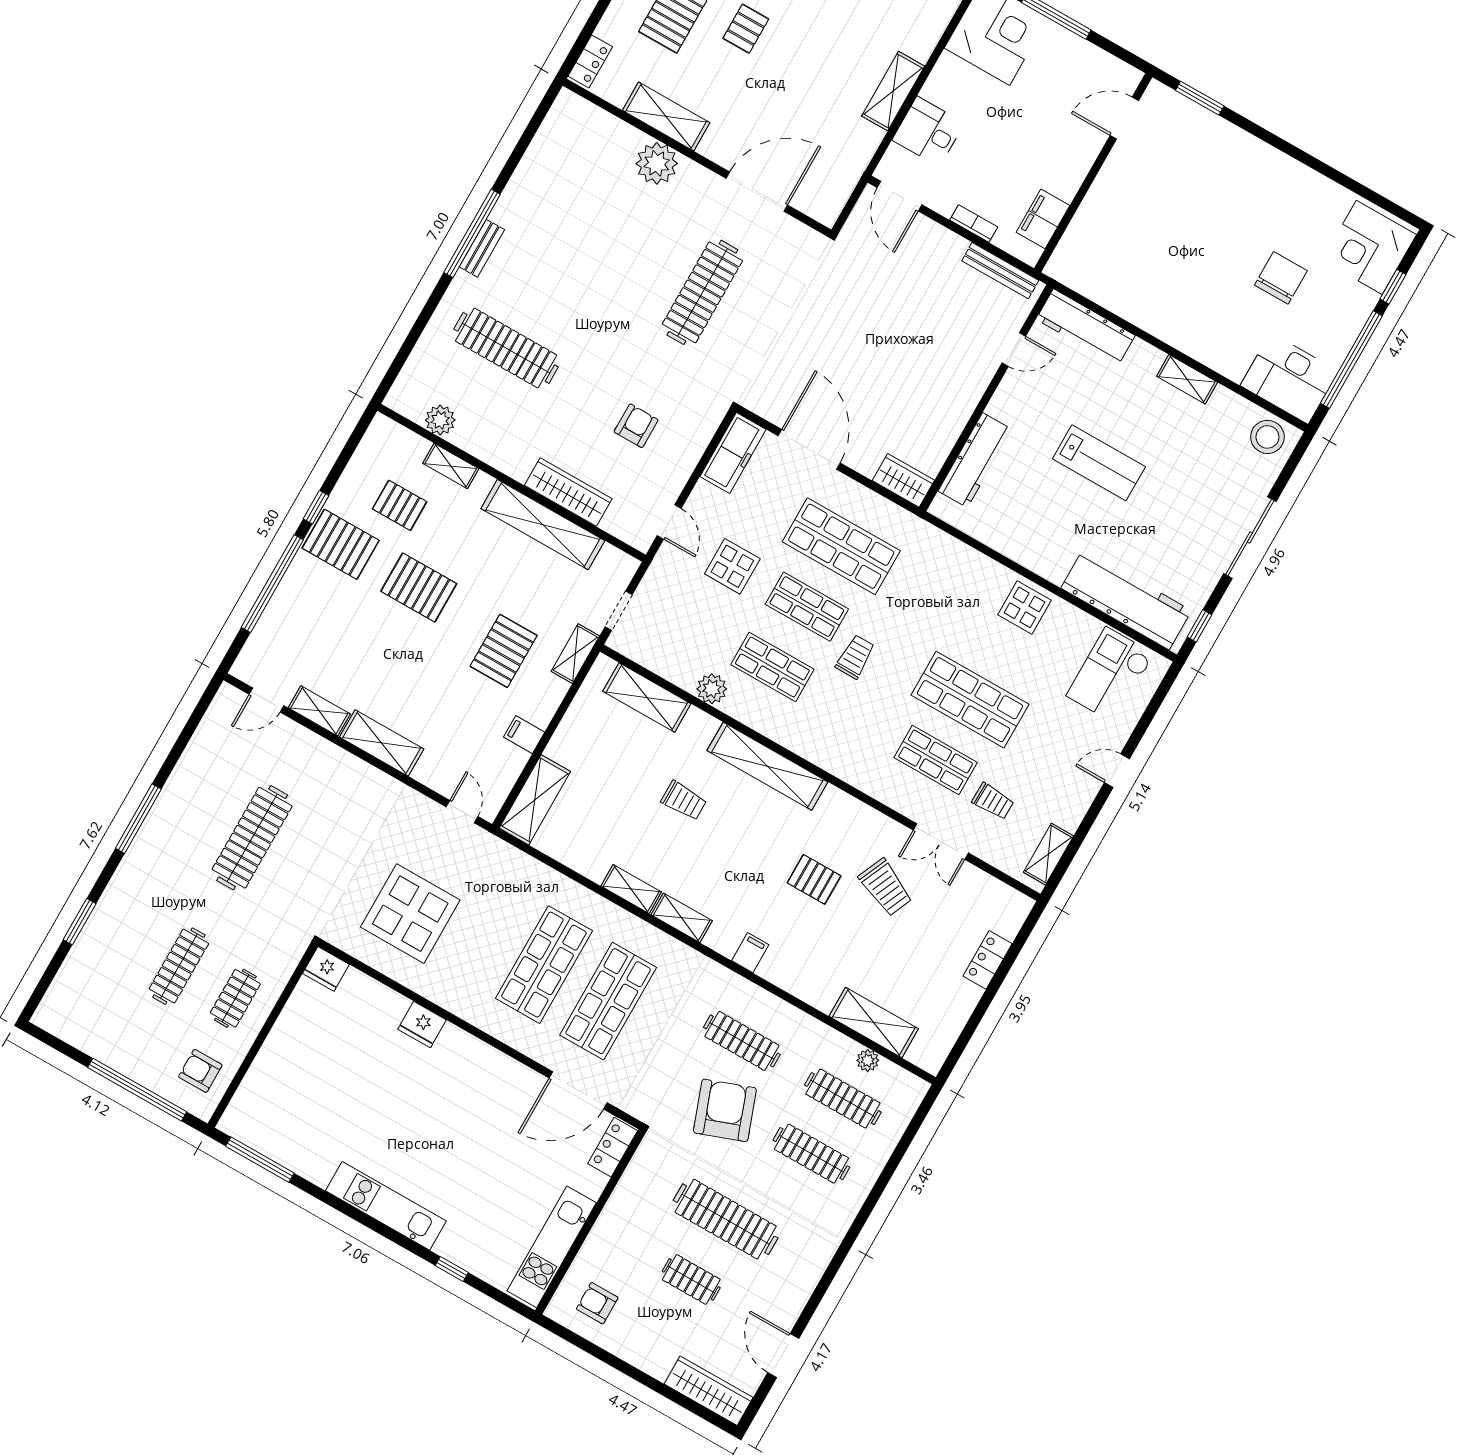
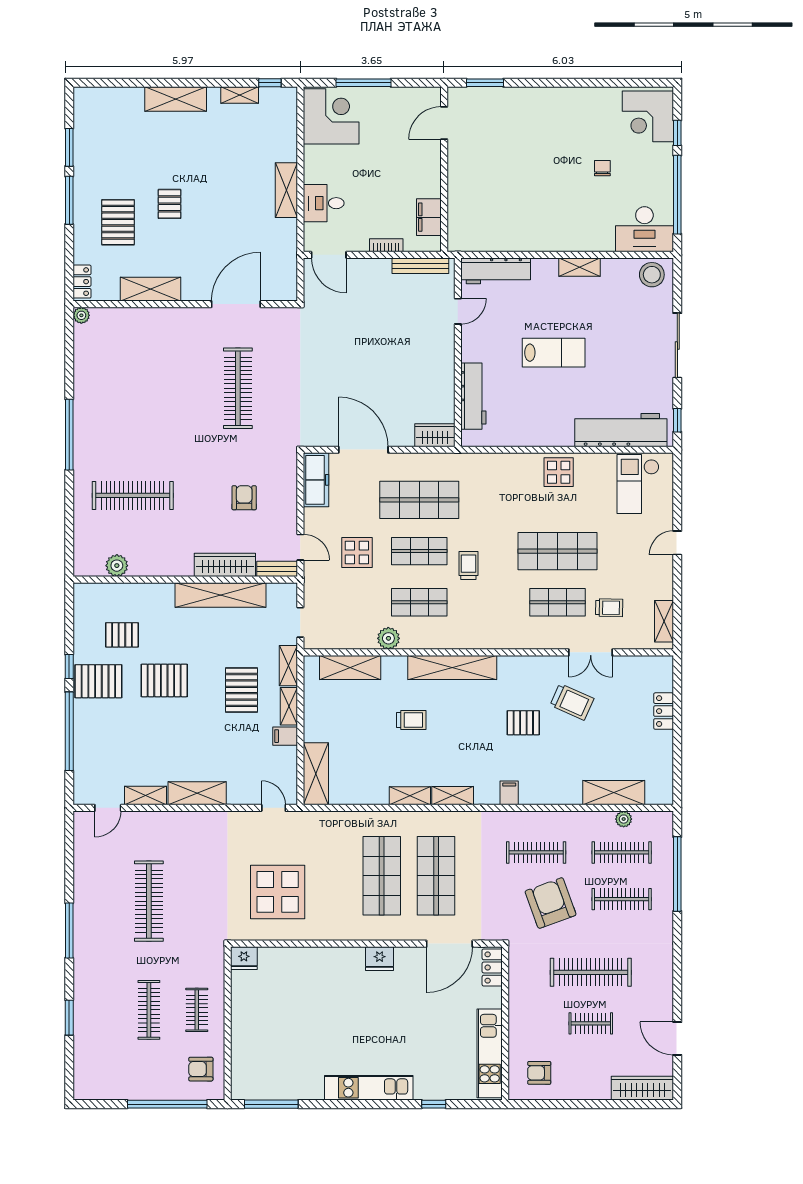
plant: (657, 163) -> (81, 315), moved, width x0.53, depth x0.53
bench: (482, 248) -> (277, 569), moved, turned 90
chair: (1281, 278) -> (602, 168), width x0.54, depth x0.54
shelving: (451, 466) -> (289, 706), moved, turned 90
fridge: (422, 1025) -> (380, 959), moved
window: (894, 1161) -> (677, 874), added

